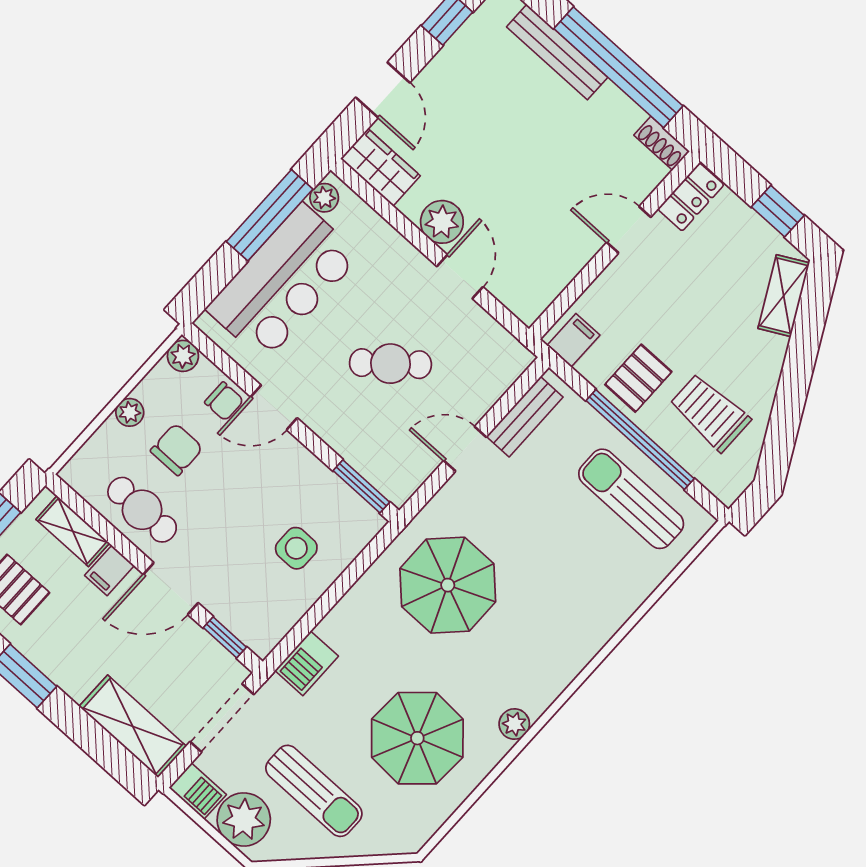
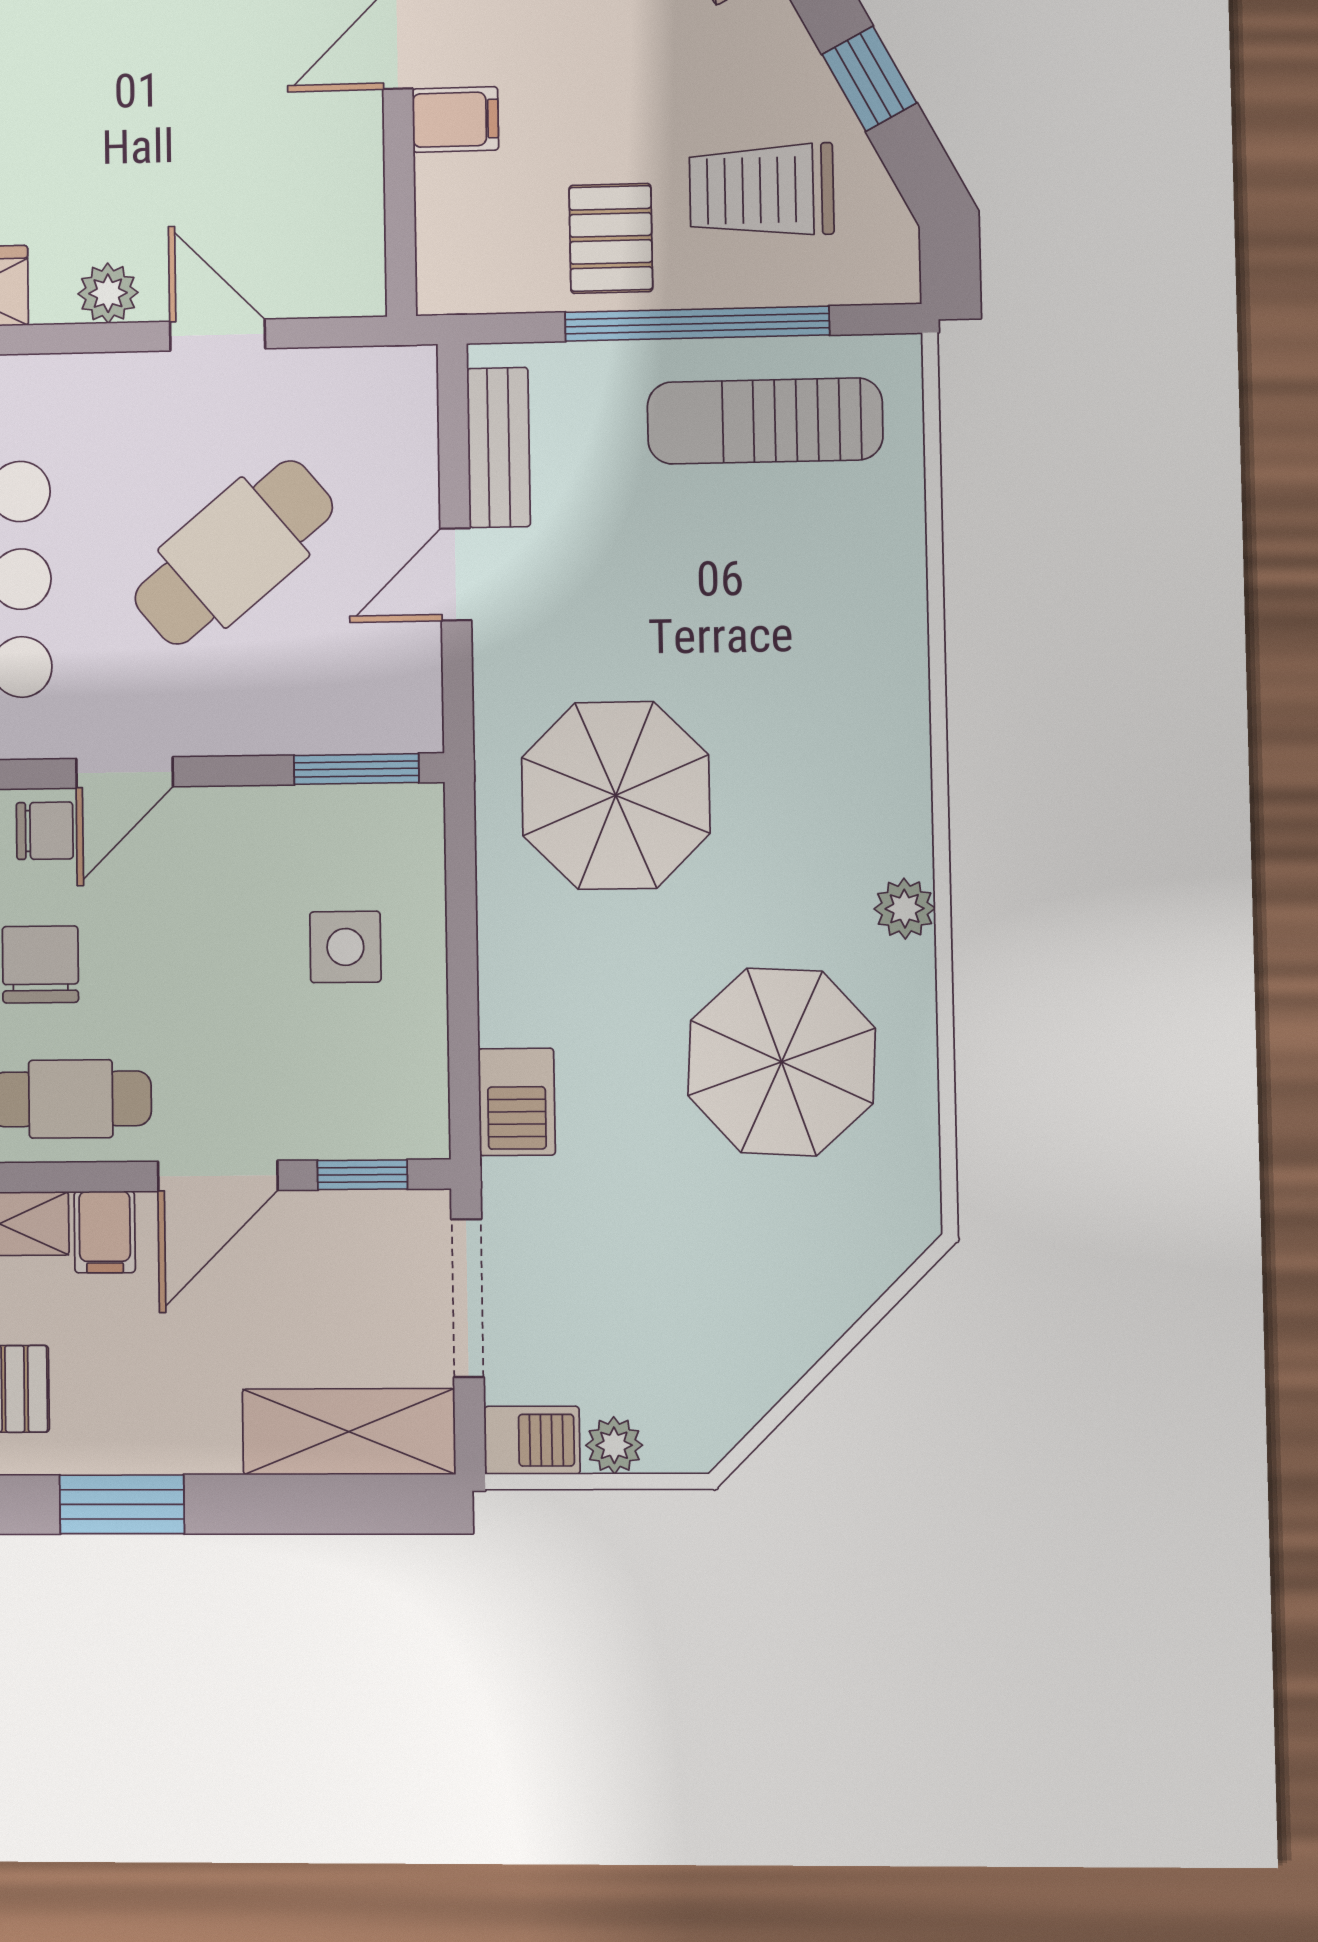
plant: (442, 222) -> (108, 293), width x0.73, depth x0.73
filing cabinet: (573, 340) -> (455, 119), moved, turned 90
cafe table: (390, 364) -> (234, 552), width x1.37, depth x1.35
window: (788, 409) -> (869, 79), added
sun lounger: (314, 791) -> (702, 1282), removed
plant: (244, 819) -> (614, 1445), width x0.53, depth x0.53

